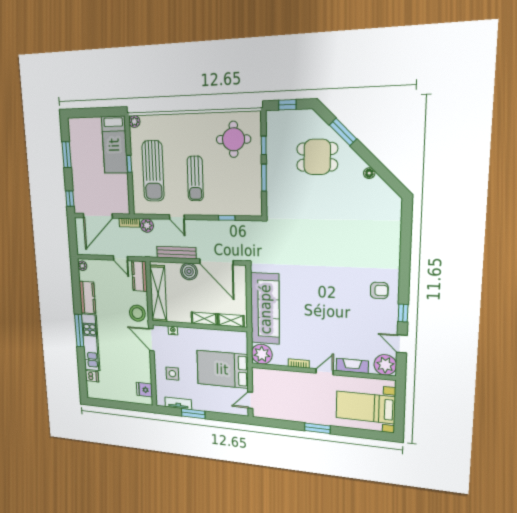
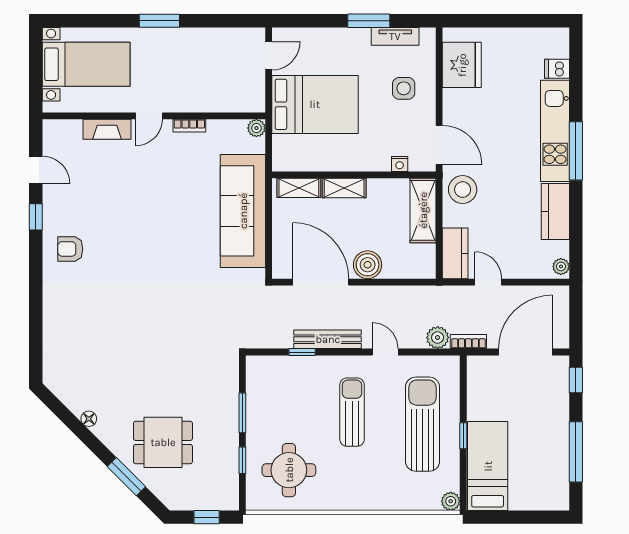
window: (67, 155) -> (576, 452), width x1.44
bench: (176, 253) -> (328, 339), moved
shelving: (158, 293) -> (423, 210), width x0.68
plant: (262, 354) -> (256, 128), width x0.53, depth x0.53
plant: (385, 365) -> (58, 135), removed
fridge: (144, 390) -> (462, 65), width x1.88, depth x1.34

